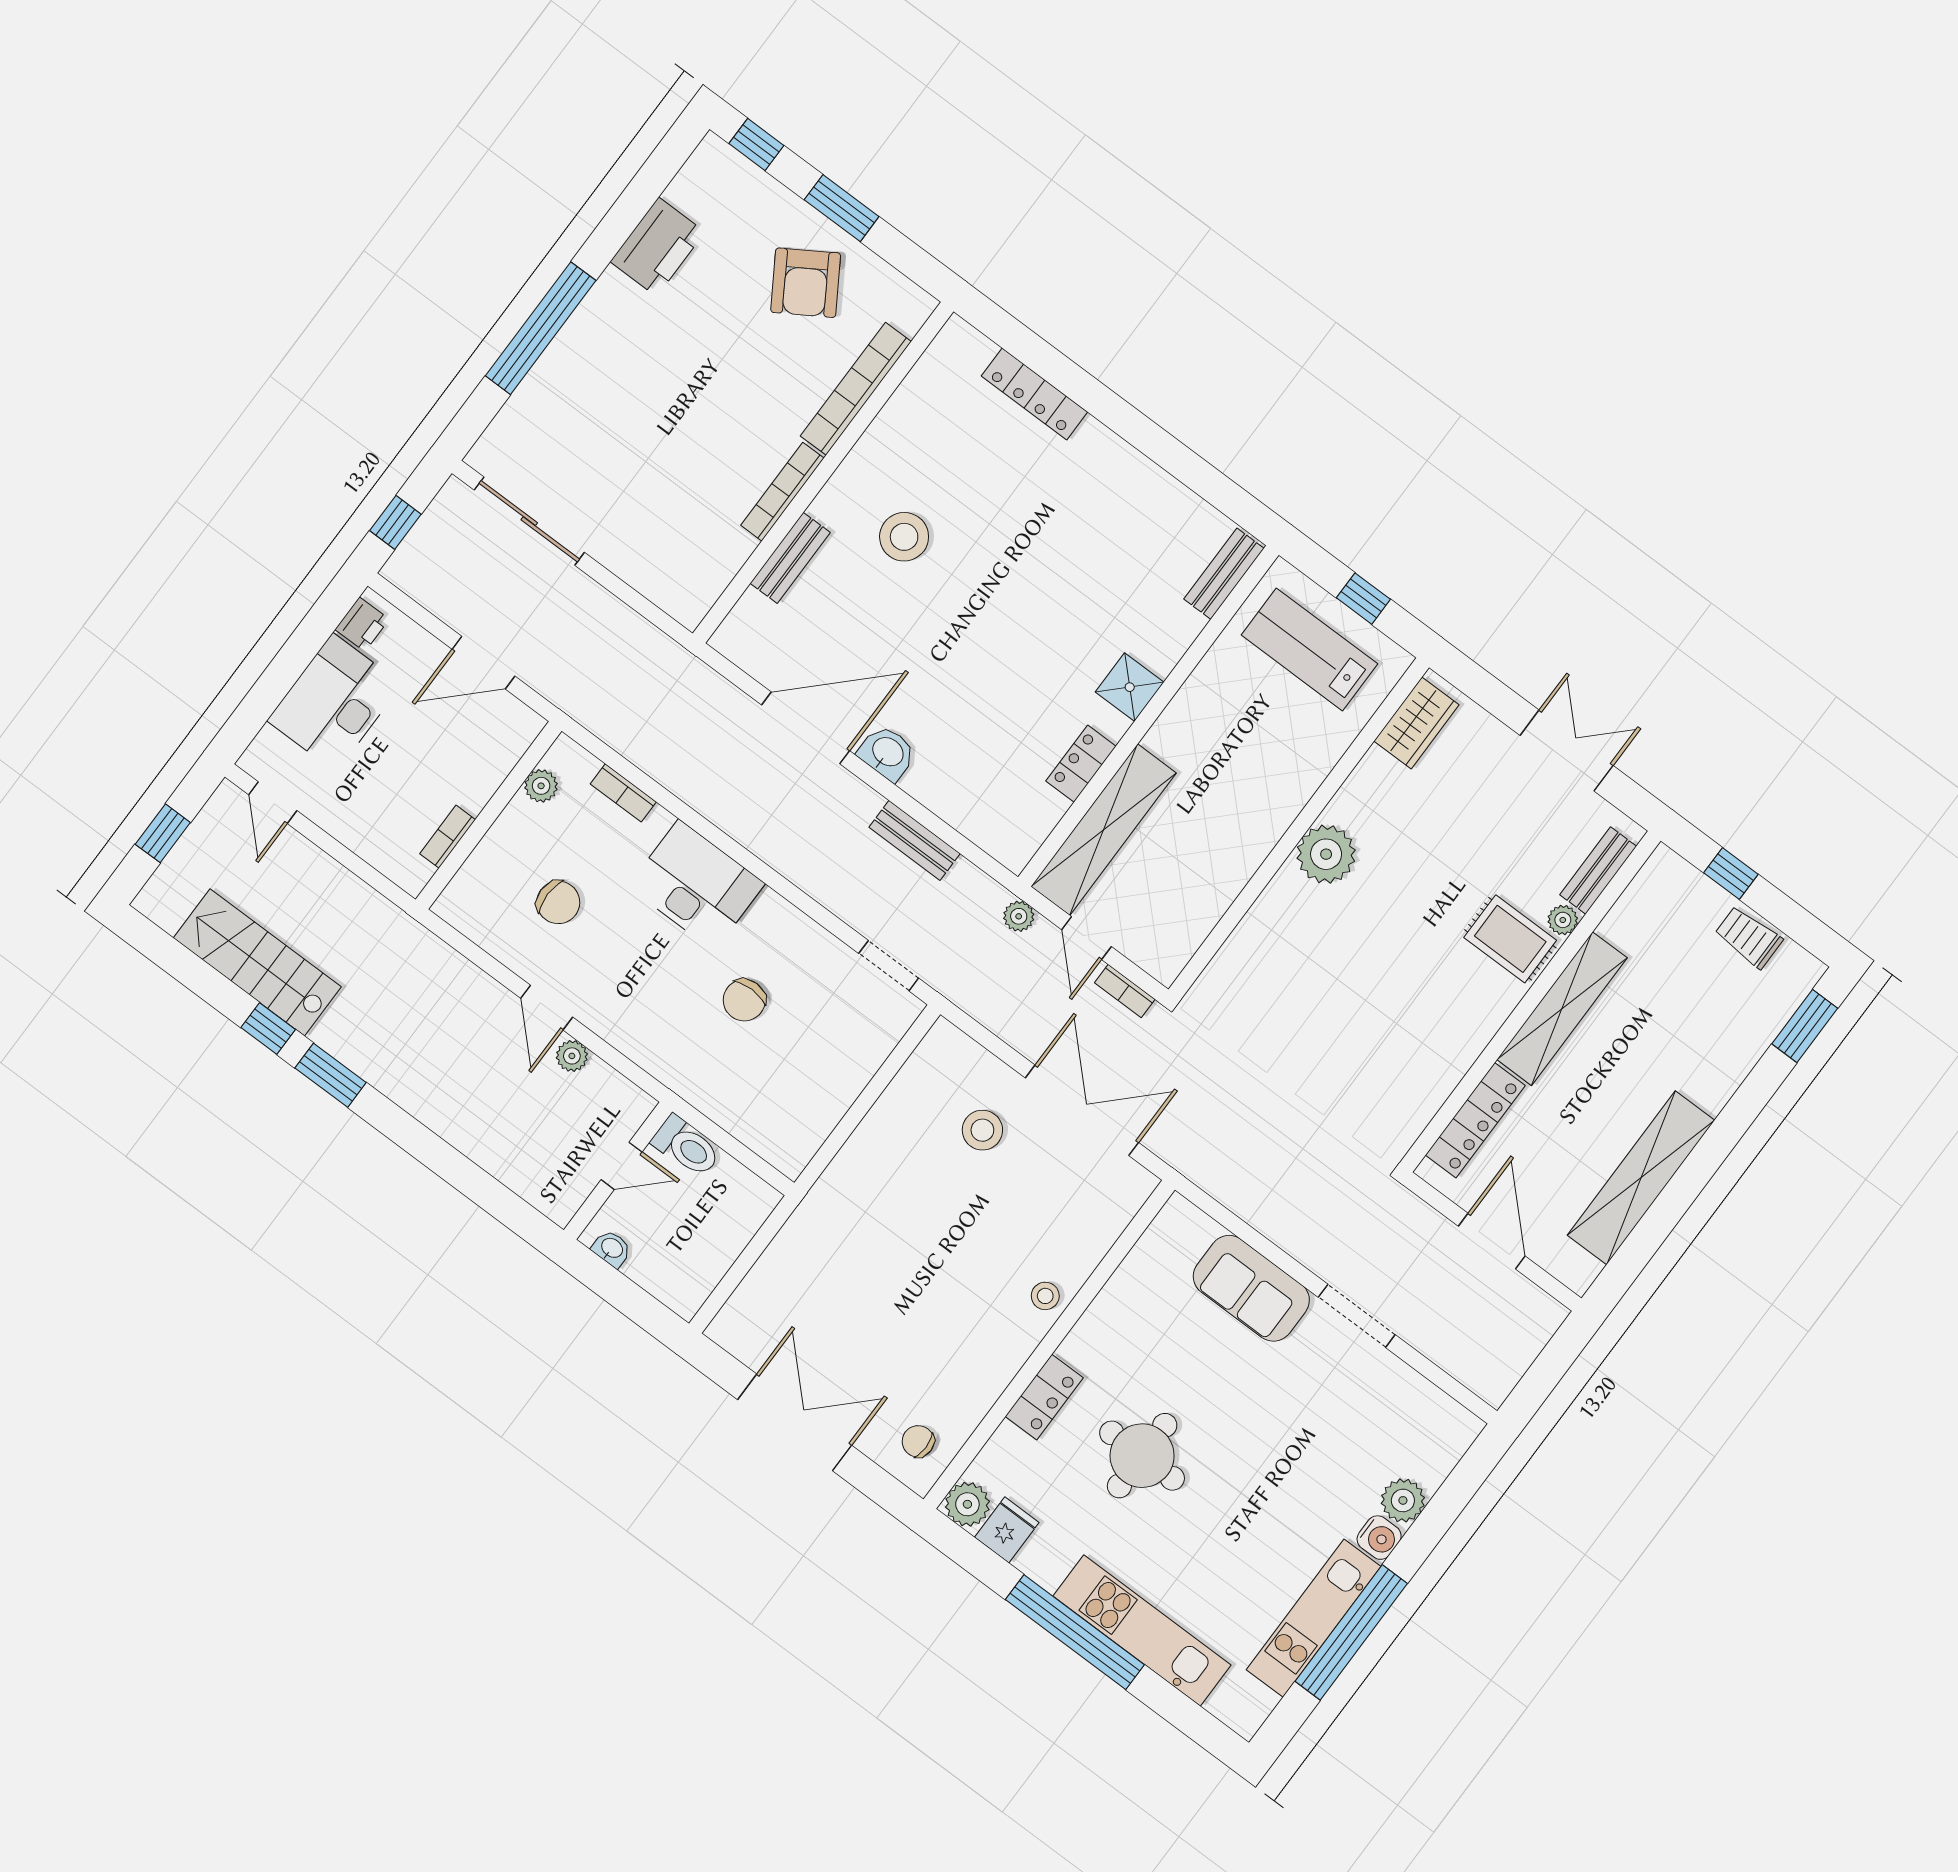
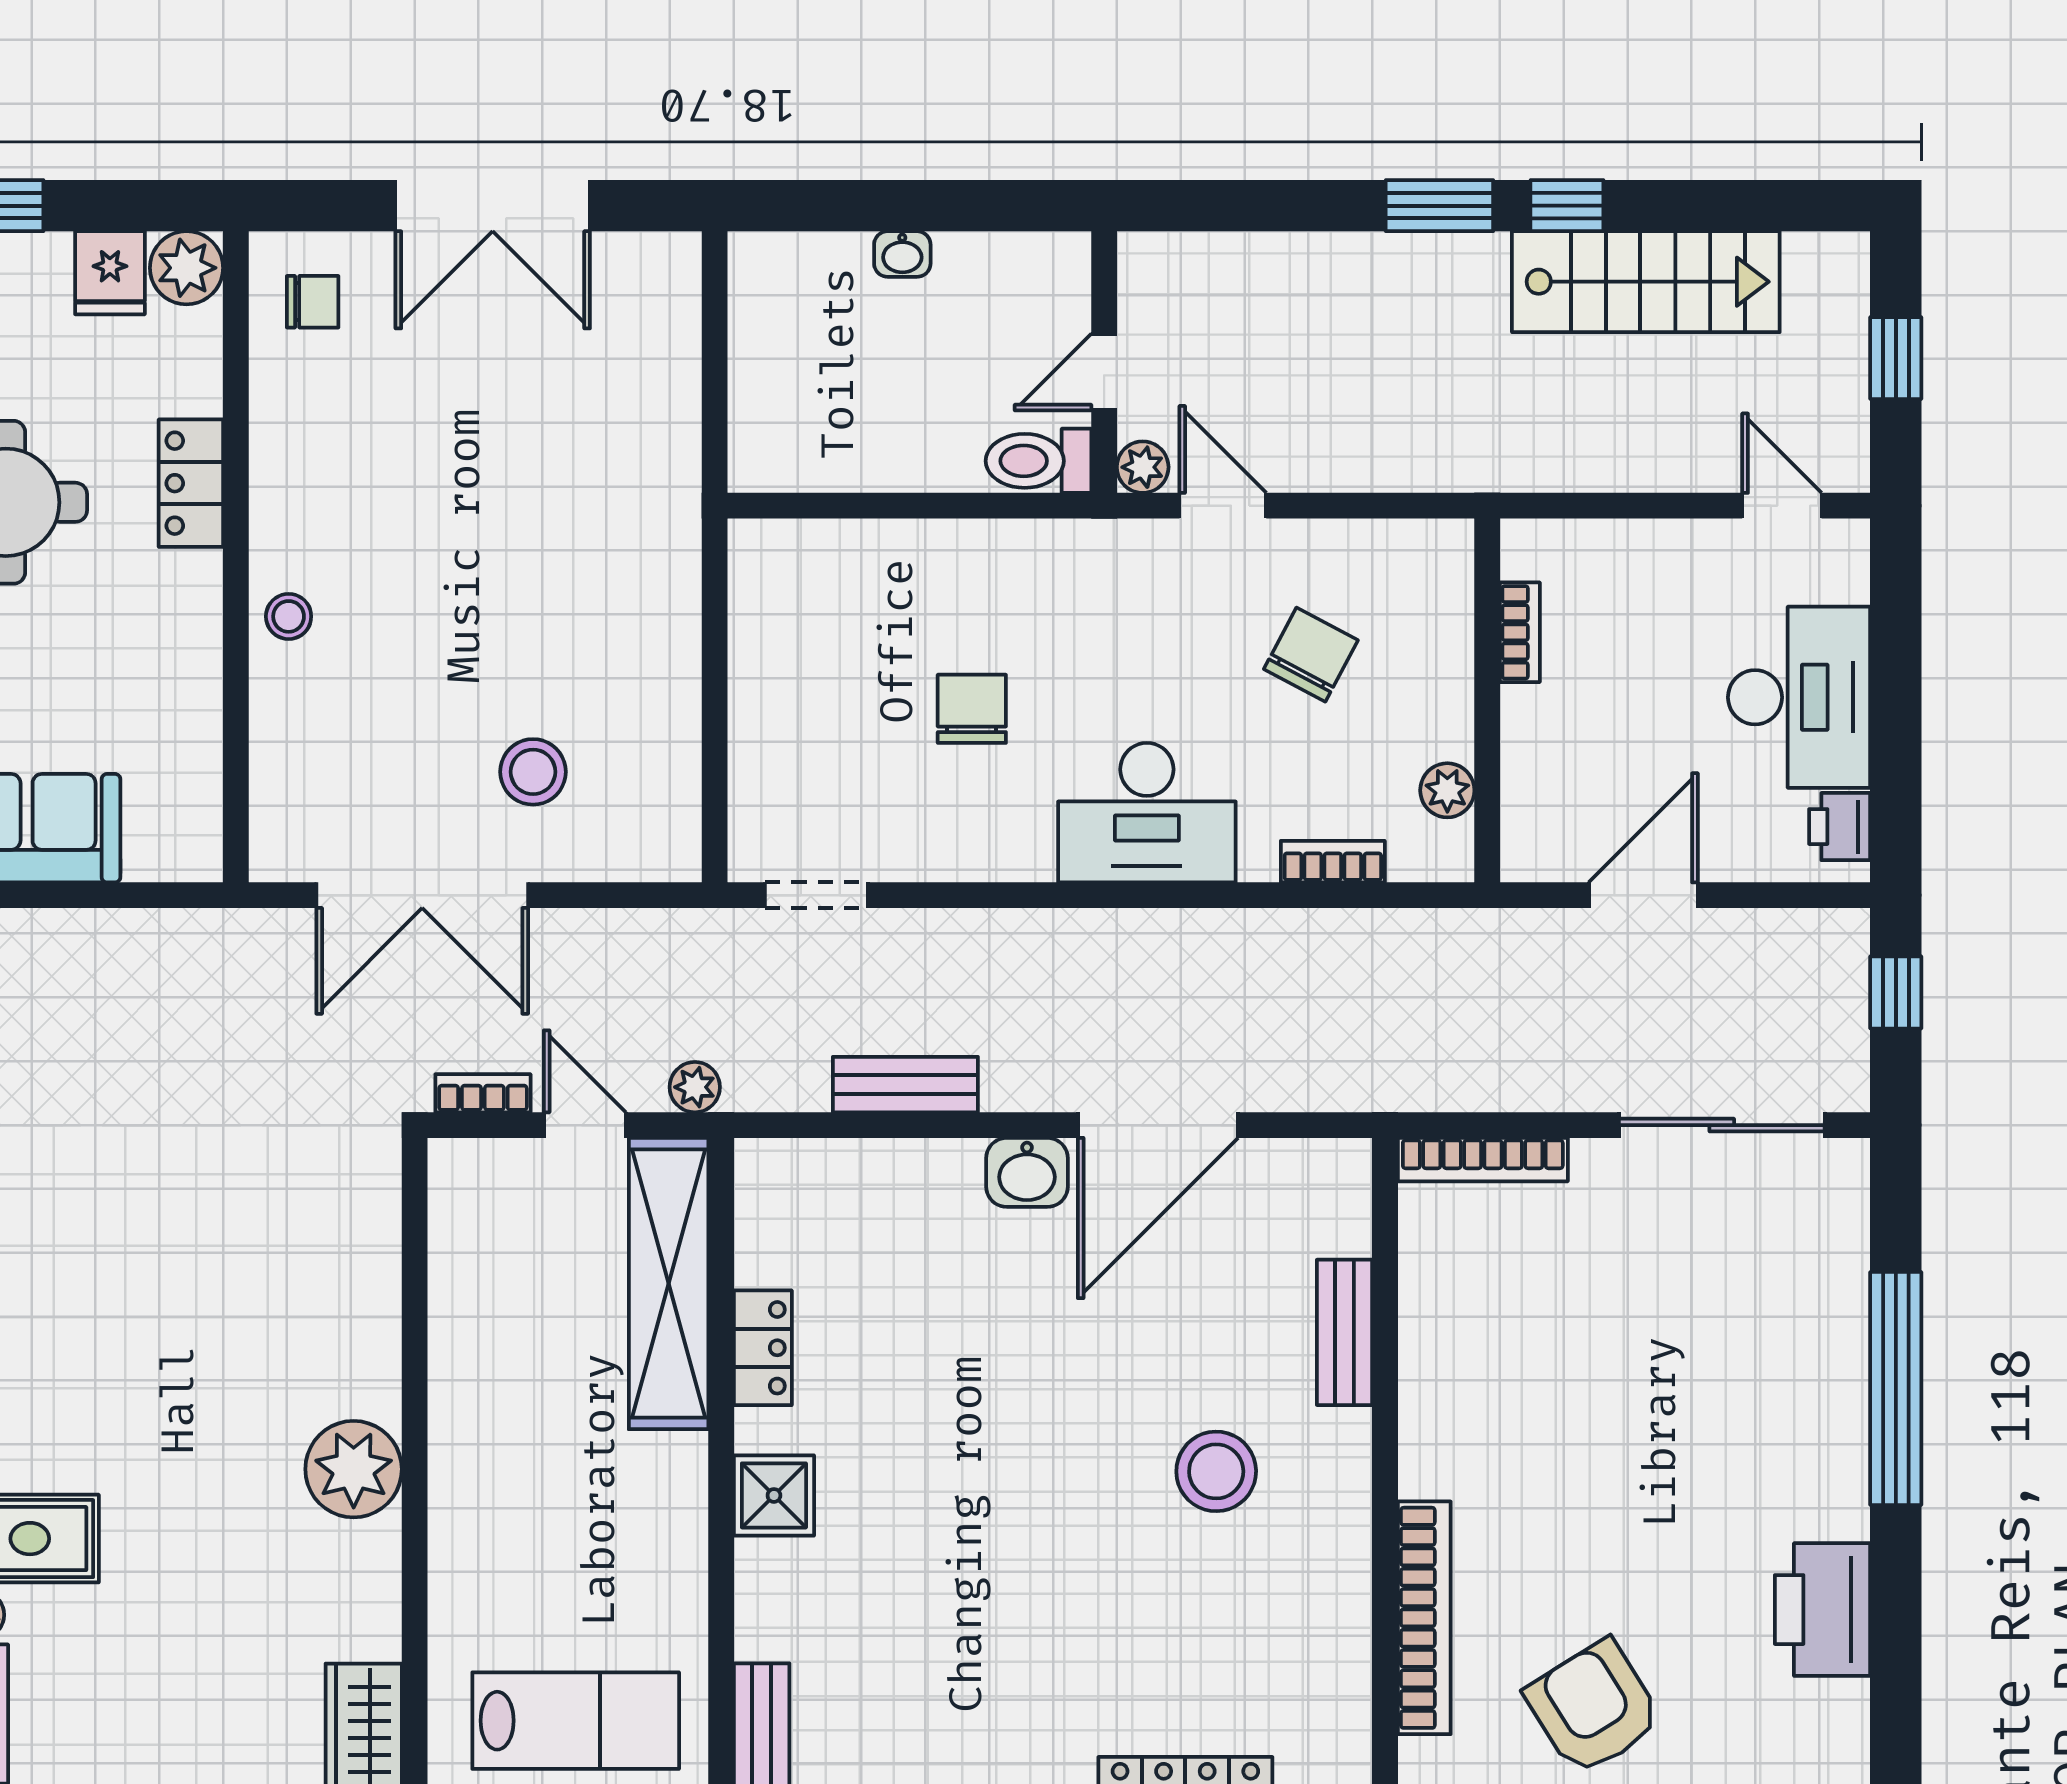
bookcase: (782, 492) -> (1483, 1160), moved, turned 90
chair: (558, 902) -> (1311, 655), turned 118
toilet: (686, 1146) -> (1038, 461), moved
door: (622, 1166) -> (1104, 372), moved
wall: (618, 1171) -> (1104, 362), moved

